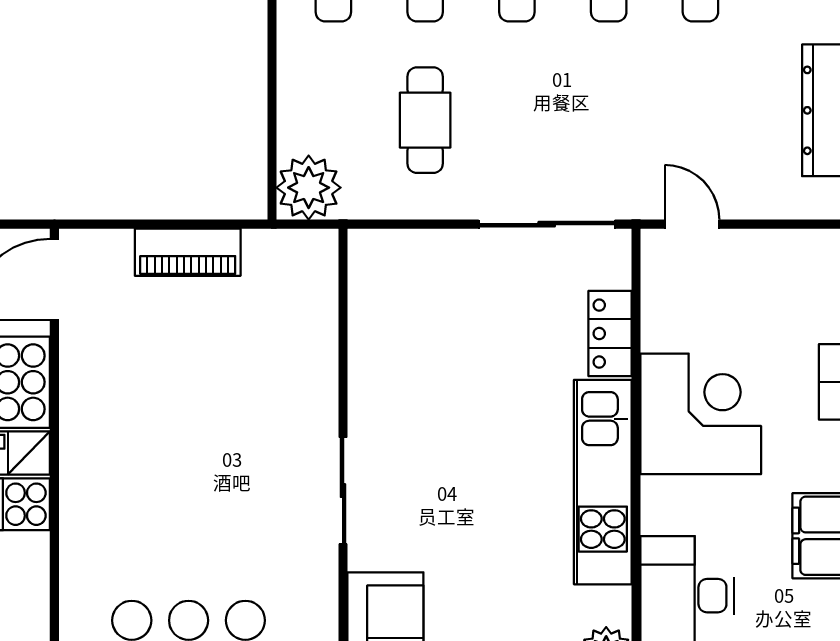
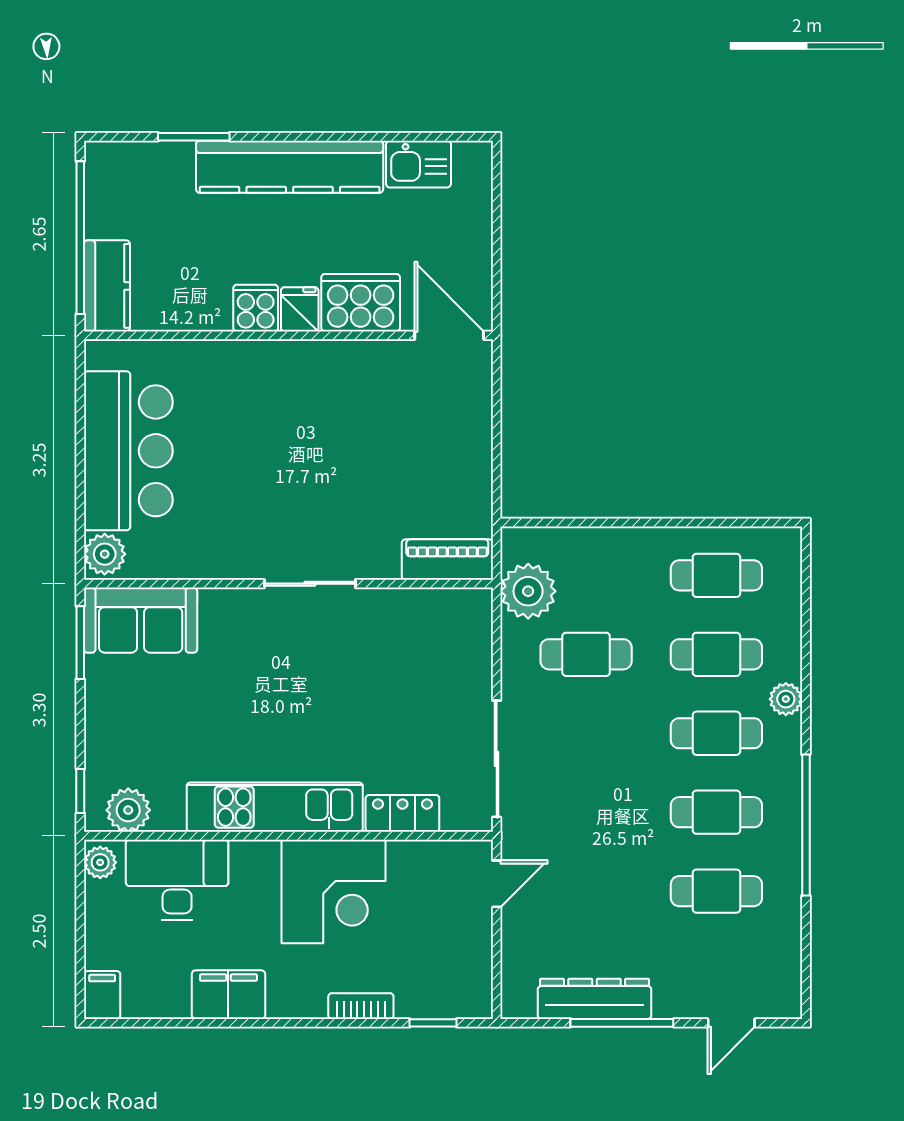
plant: (309, 188) -> (528, 591), moved
piano: (188, 252) -> (447, 560), moved, turned 90
sliding door: (343, 491) -> (310, 584), moved

